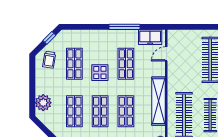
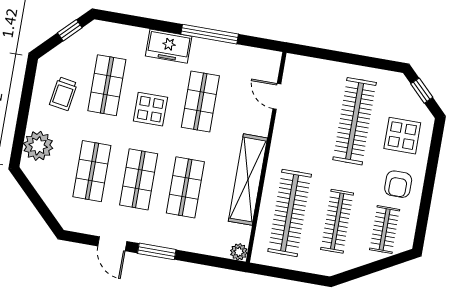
freezer: (150, 37) -> (169, 46), moved
door: (166, 54) -> (277, 96), hinge flipped
trolley: (49, 60) -> (63, 94), moved

